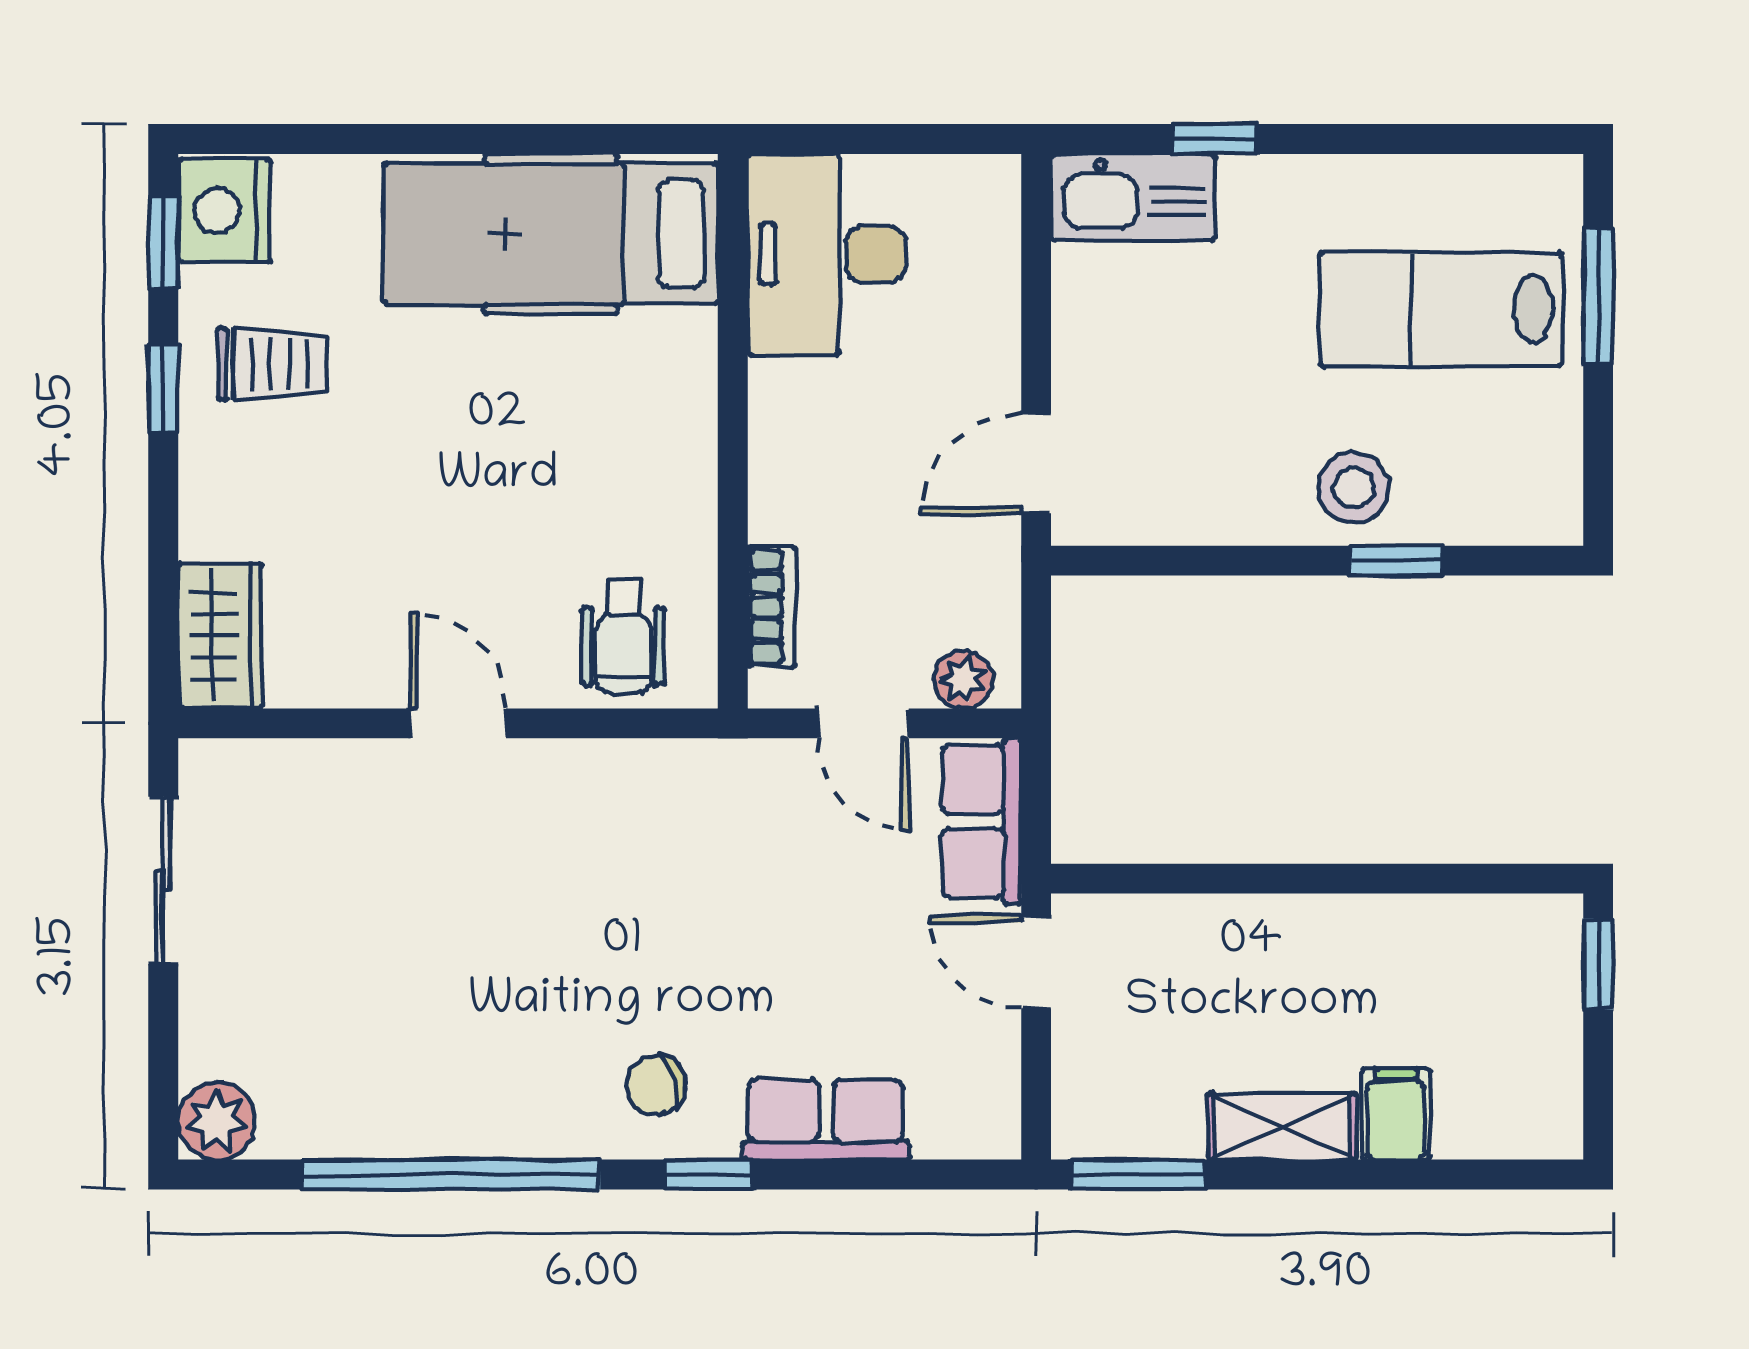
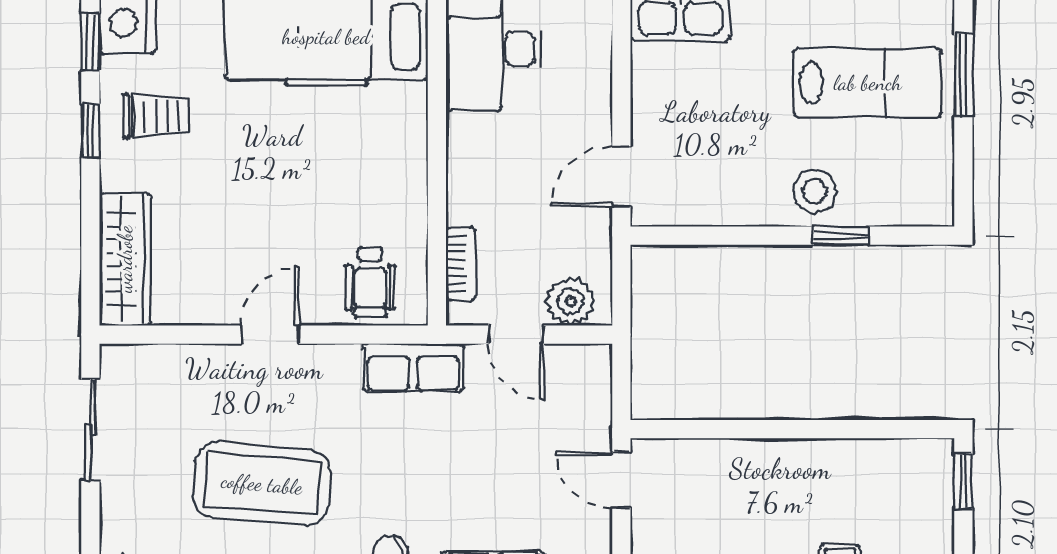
lab bench: (1441, 309) -> (868, 83), turned 180
wardrobe: (220, 636) -> (125, 259), width x1.50
plant: (963, 679) -> (571, 301), width x1.38, depth x1.38
door: (458, 723) -> (270, 335), hinge flipped
row of seats: (982, 821) -> (413, 368), moved, turned -90
coffee table: (445, 969) -> (262, 484), added

